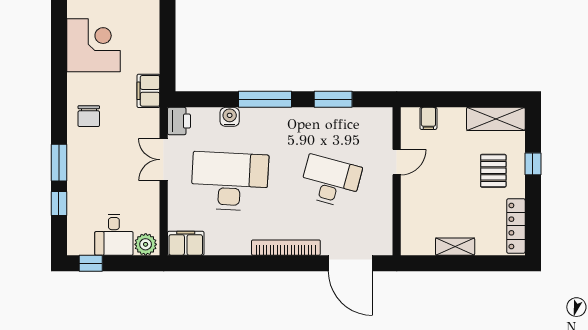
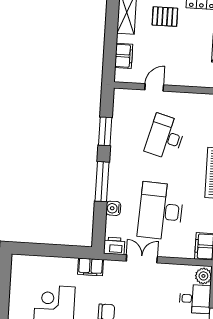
filing cabinet: (428, 118) -> (124, 56), width x2.00
double door: (164, 160) -> (142, 259), swing flipped
door: (397, 162) -> (154, 87), hinge flipped

